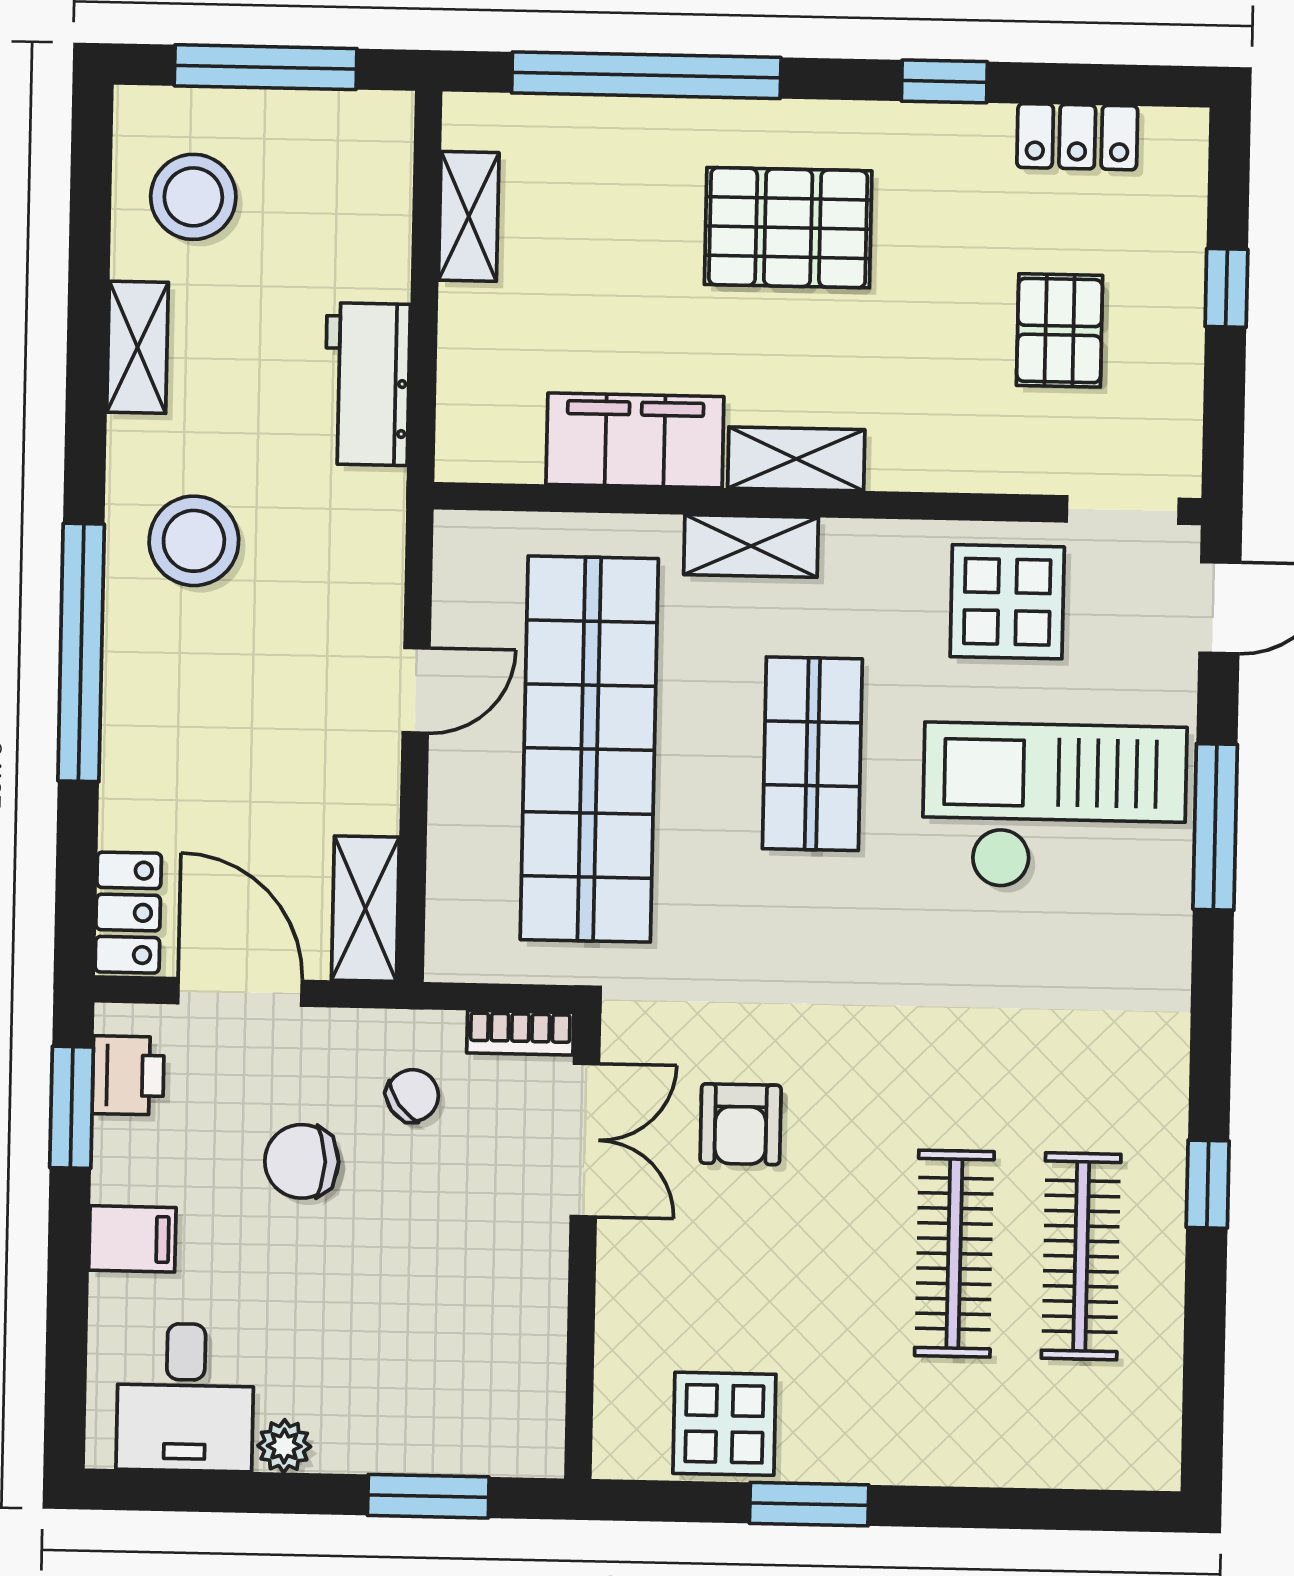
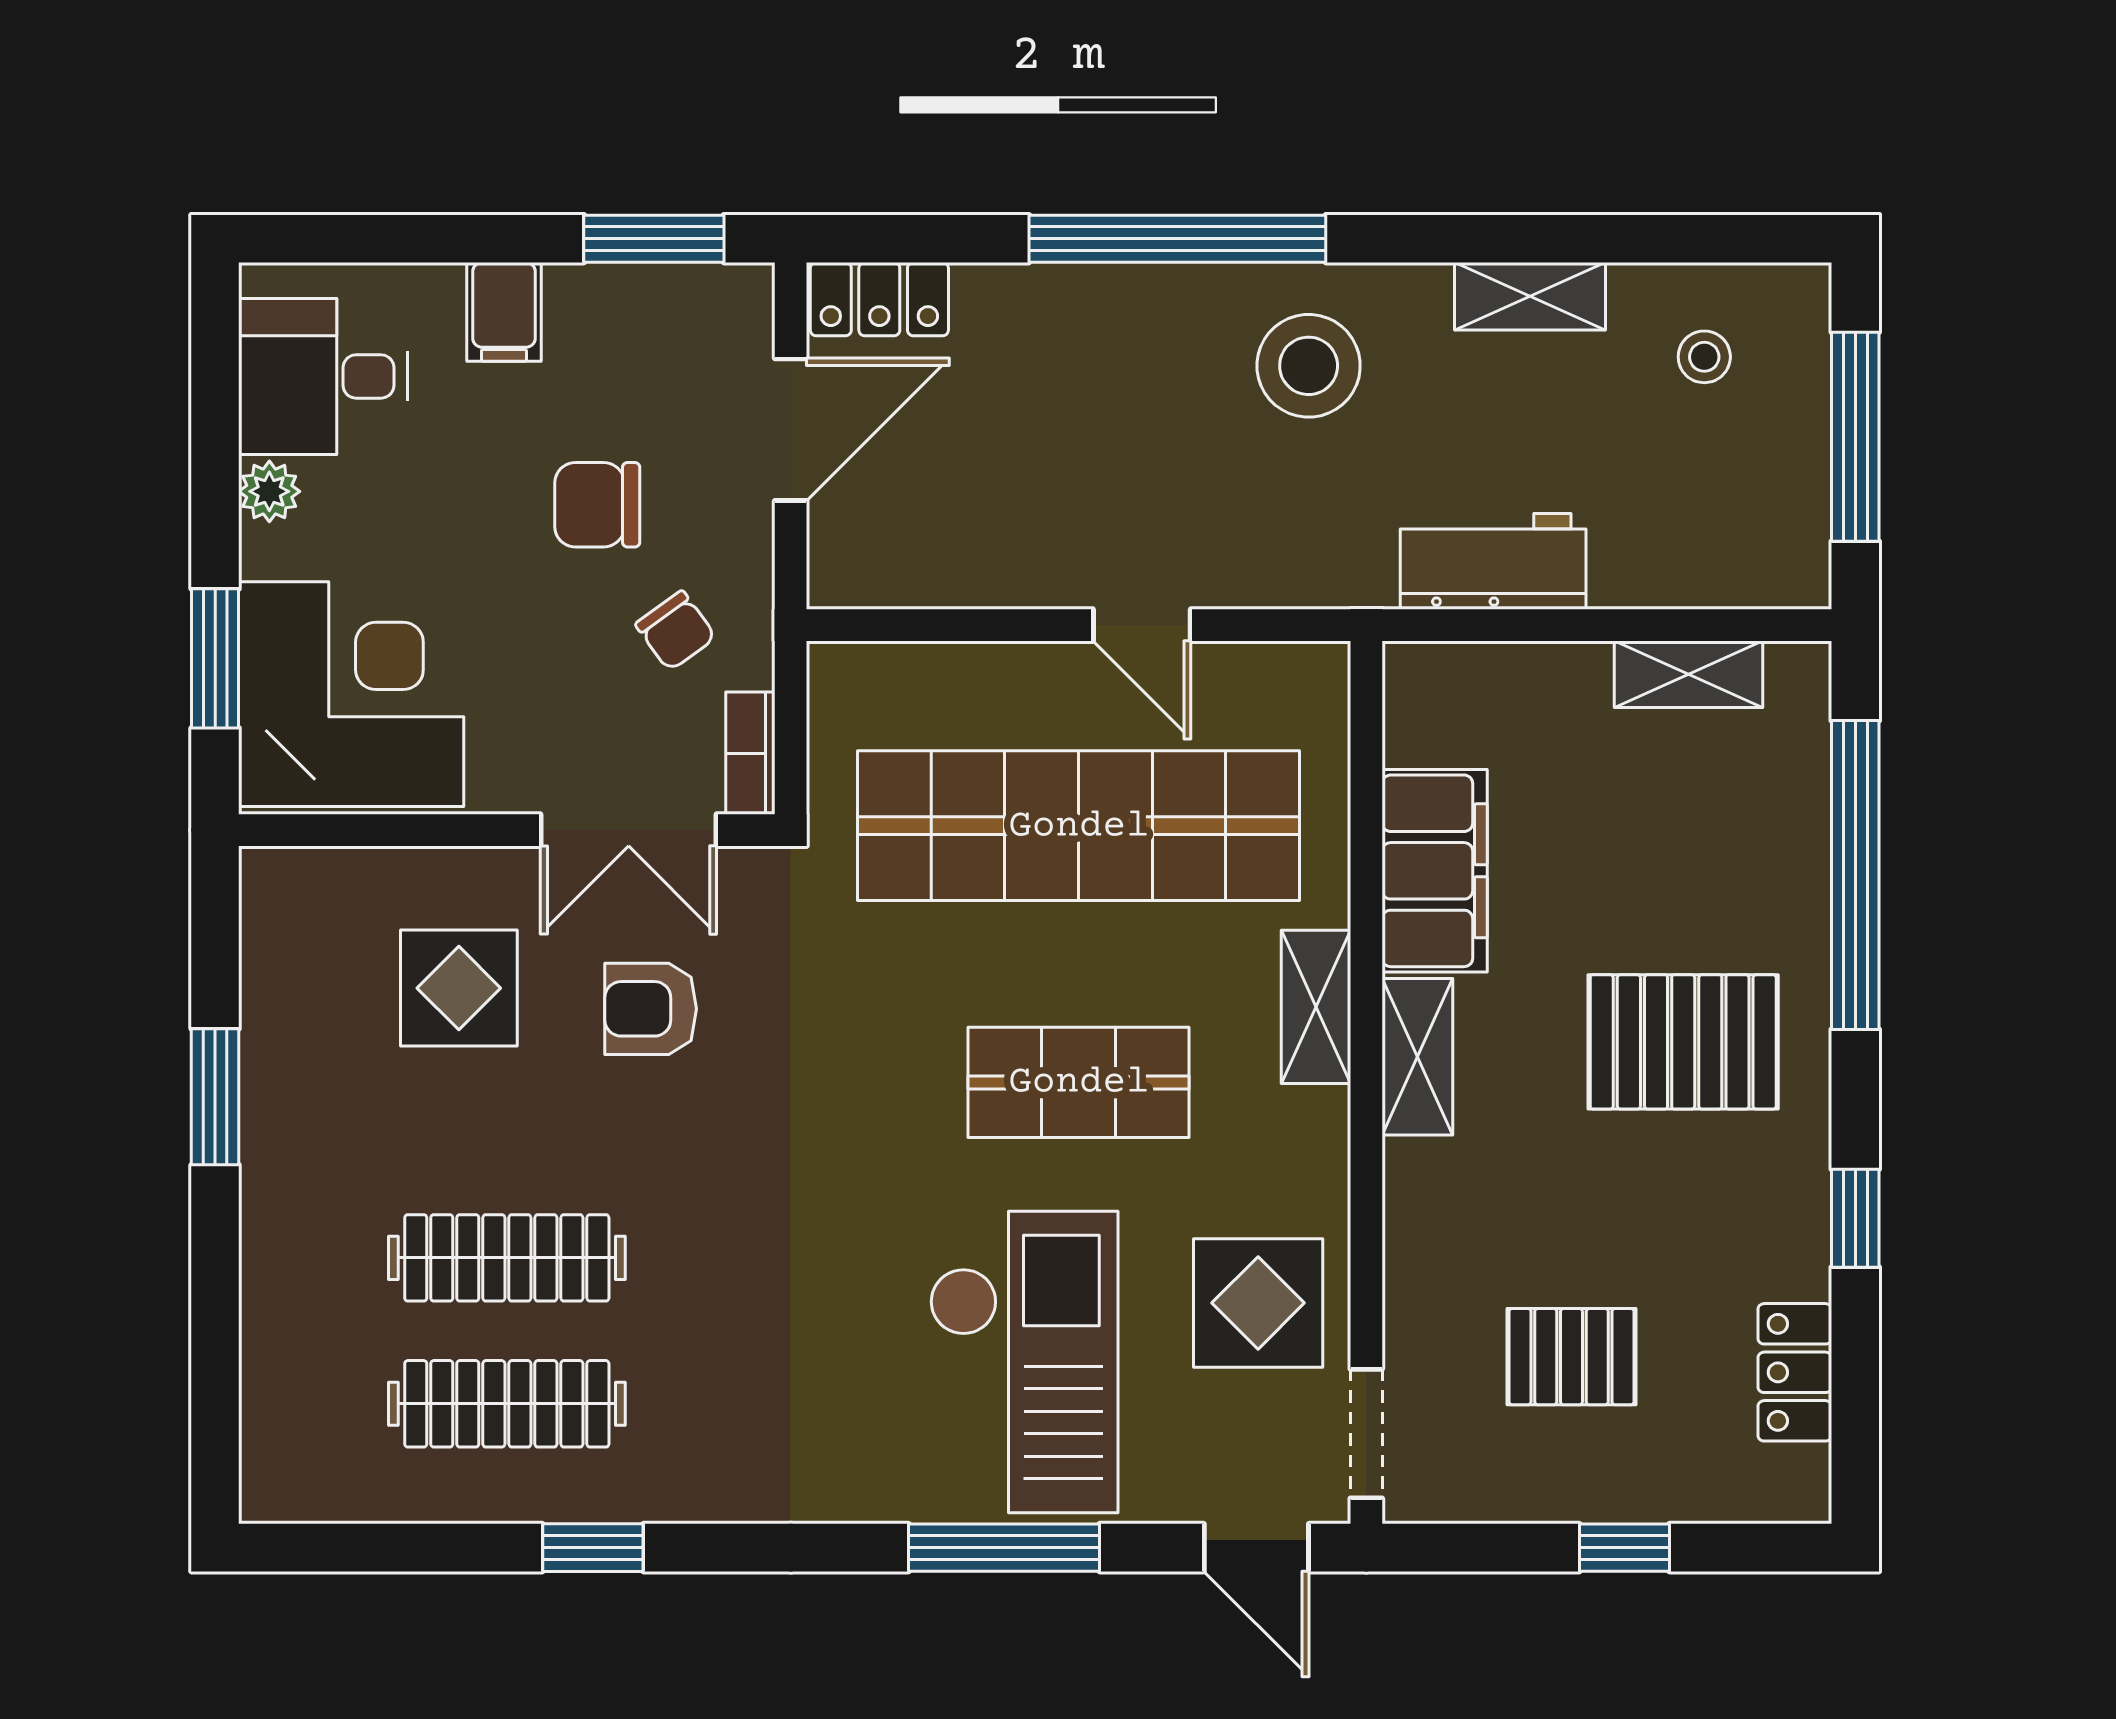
stool: (193, 197) -> (1704, 357), width x0.53, depth x0.53
pallet: (788, 228) -> (1683, 1042), turned 90
shelving: (365, 909) -> (890, 572), removed
printer: (128, 1075) -> (692, 303), removed
chair: (302, 1161) -> (597, 505), turned -90
corner desk: (462, 1379) -> (351, 694), added
display table: (724, 1424) -> (459, 988), moved

